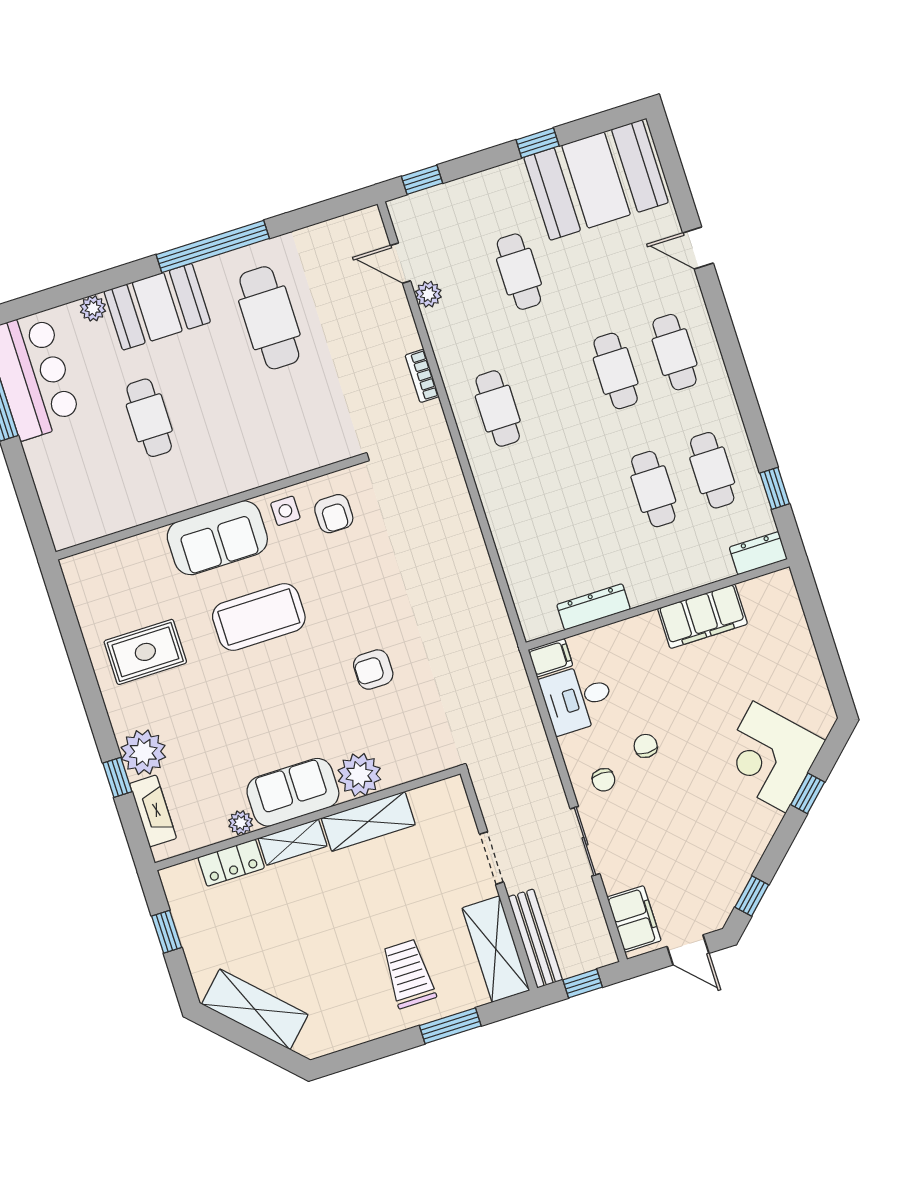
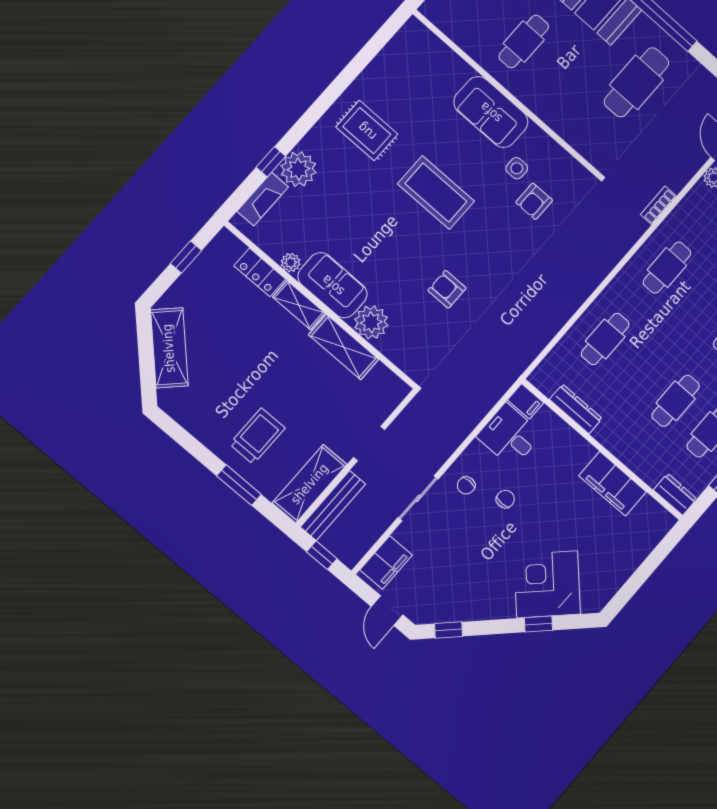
wall: (208, 507) -> (507, 94), moved
cafe table: (535, 527) -> (605, 339), added
sofa: (217, 538) -> (491, 112), moved

